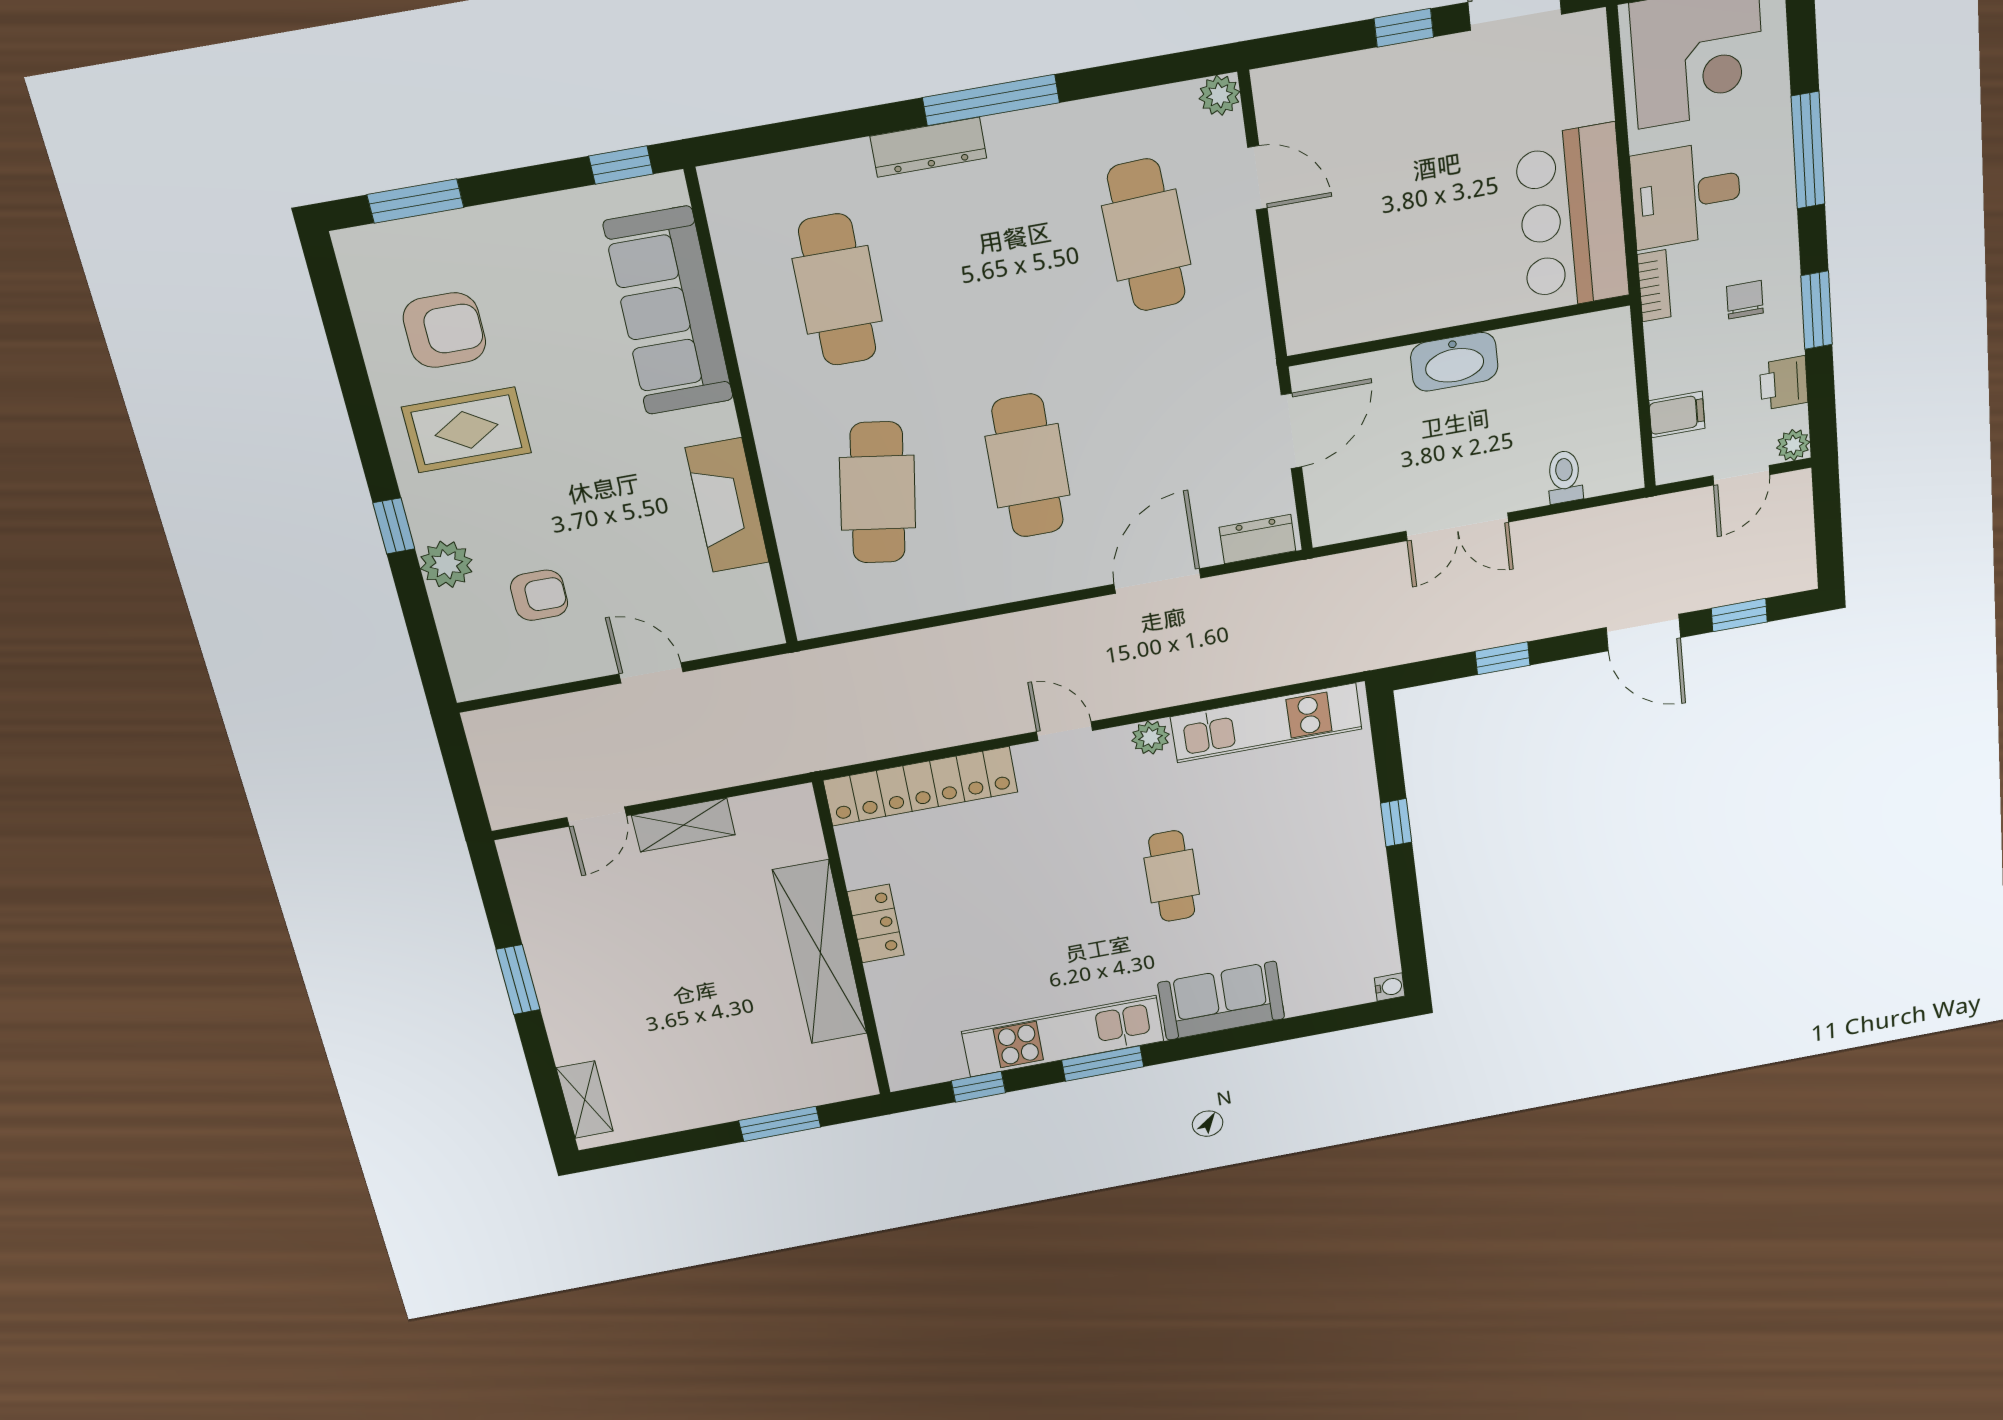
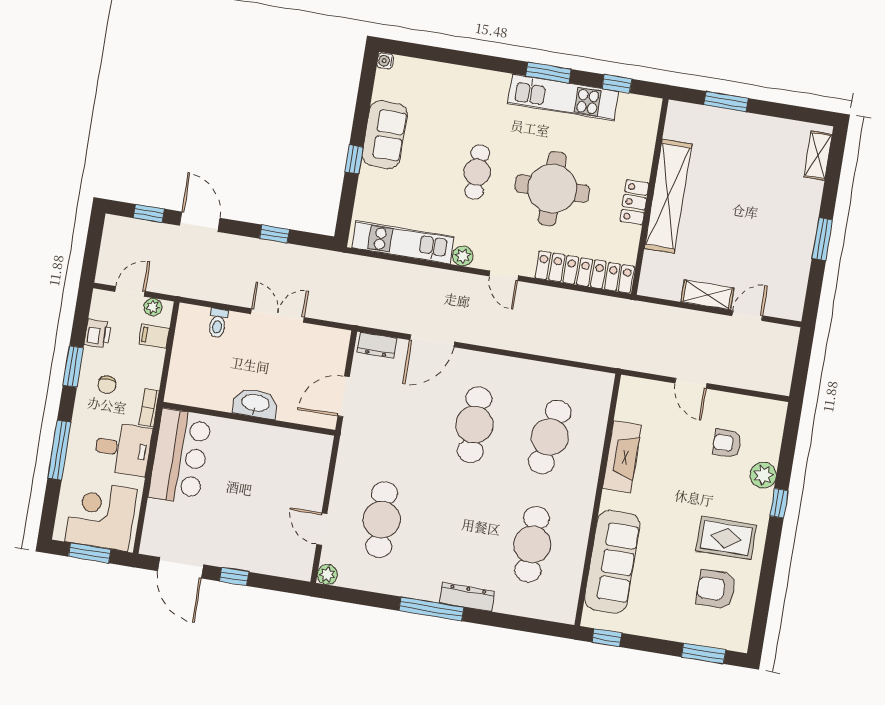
plant: (1793, 445) -> (153, 307), moved
round table: (1030, 896) -> (552, 189), added
sofa: (1221, 1001) -> (385, 134), moved, turned -90

